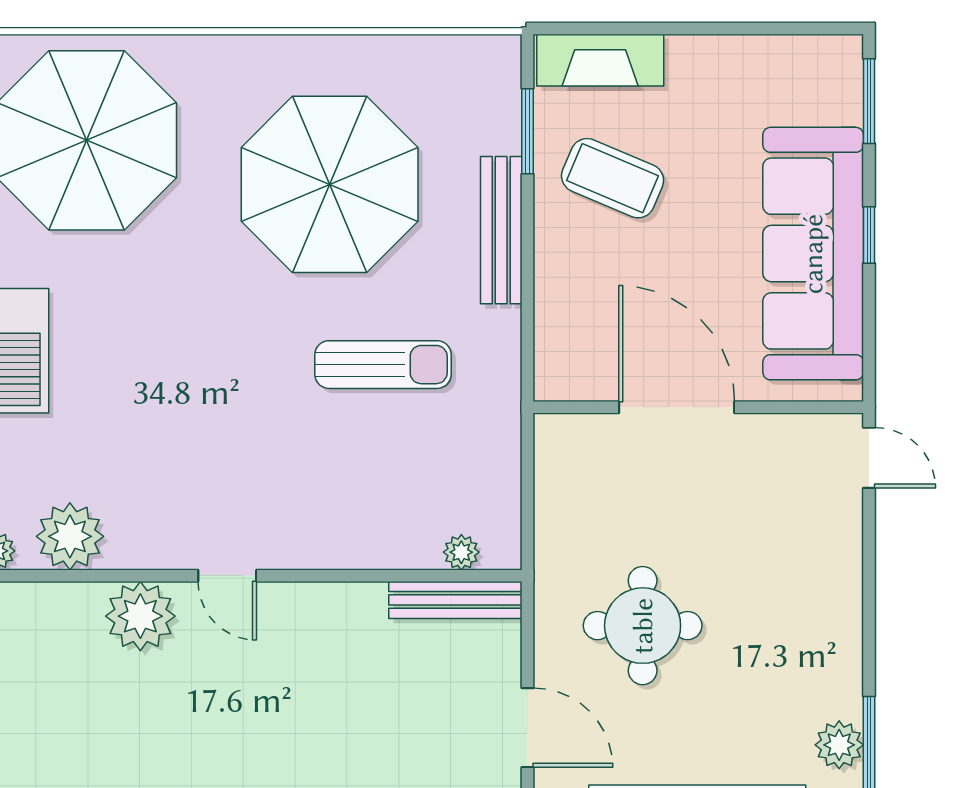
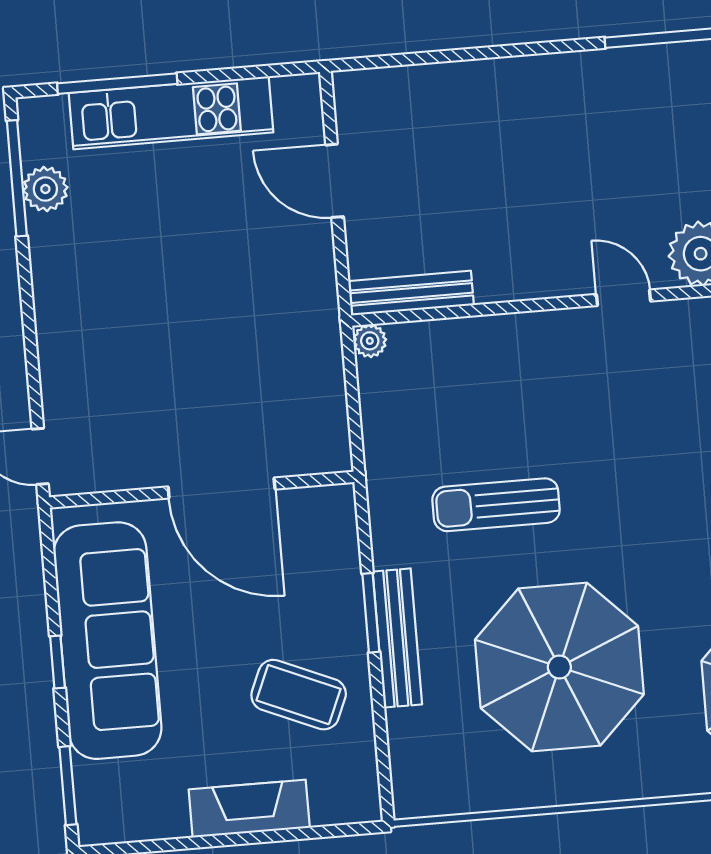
fireplace: (600, 60) -> (249, 809), moved
window: (527, 131) -> (371, 613), moved
plant: (461, 552) -> (370, 341), moved
round table: (643, 626) -> (236, 284), removed

